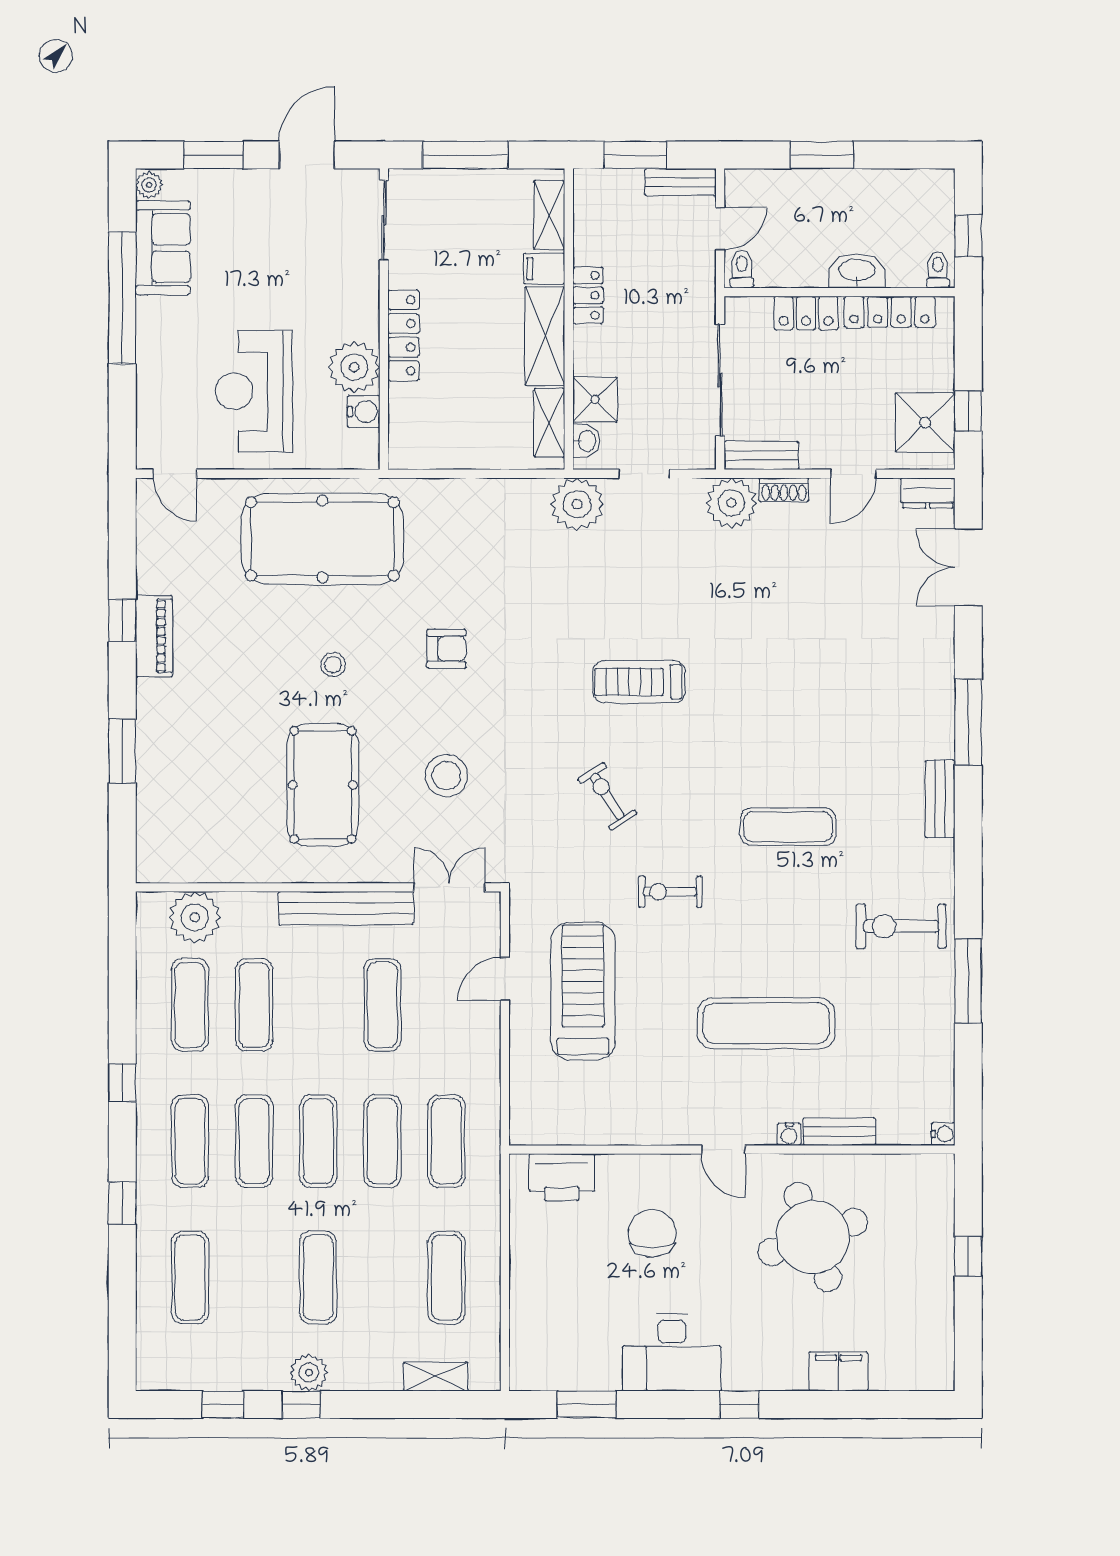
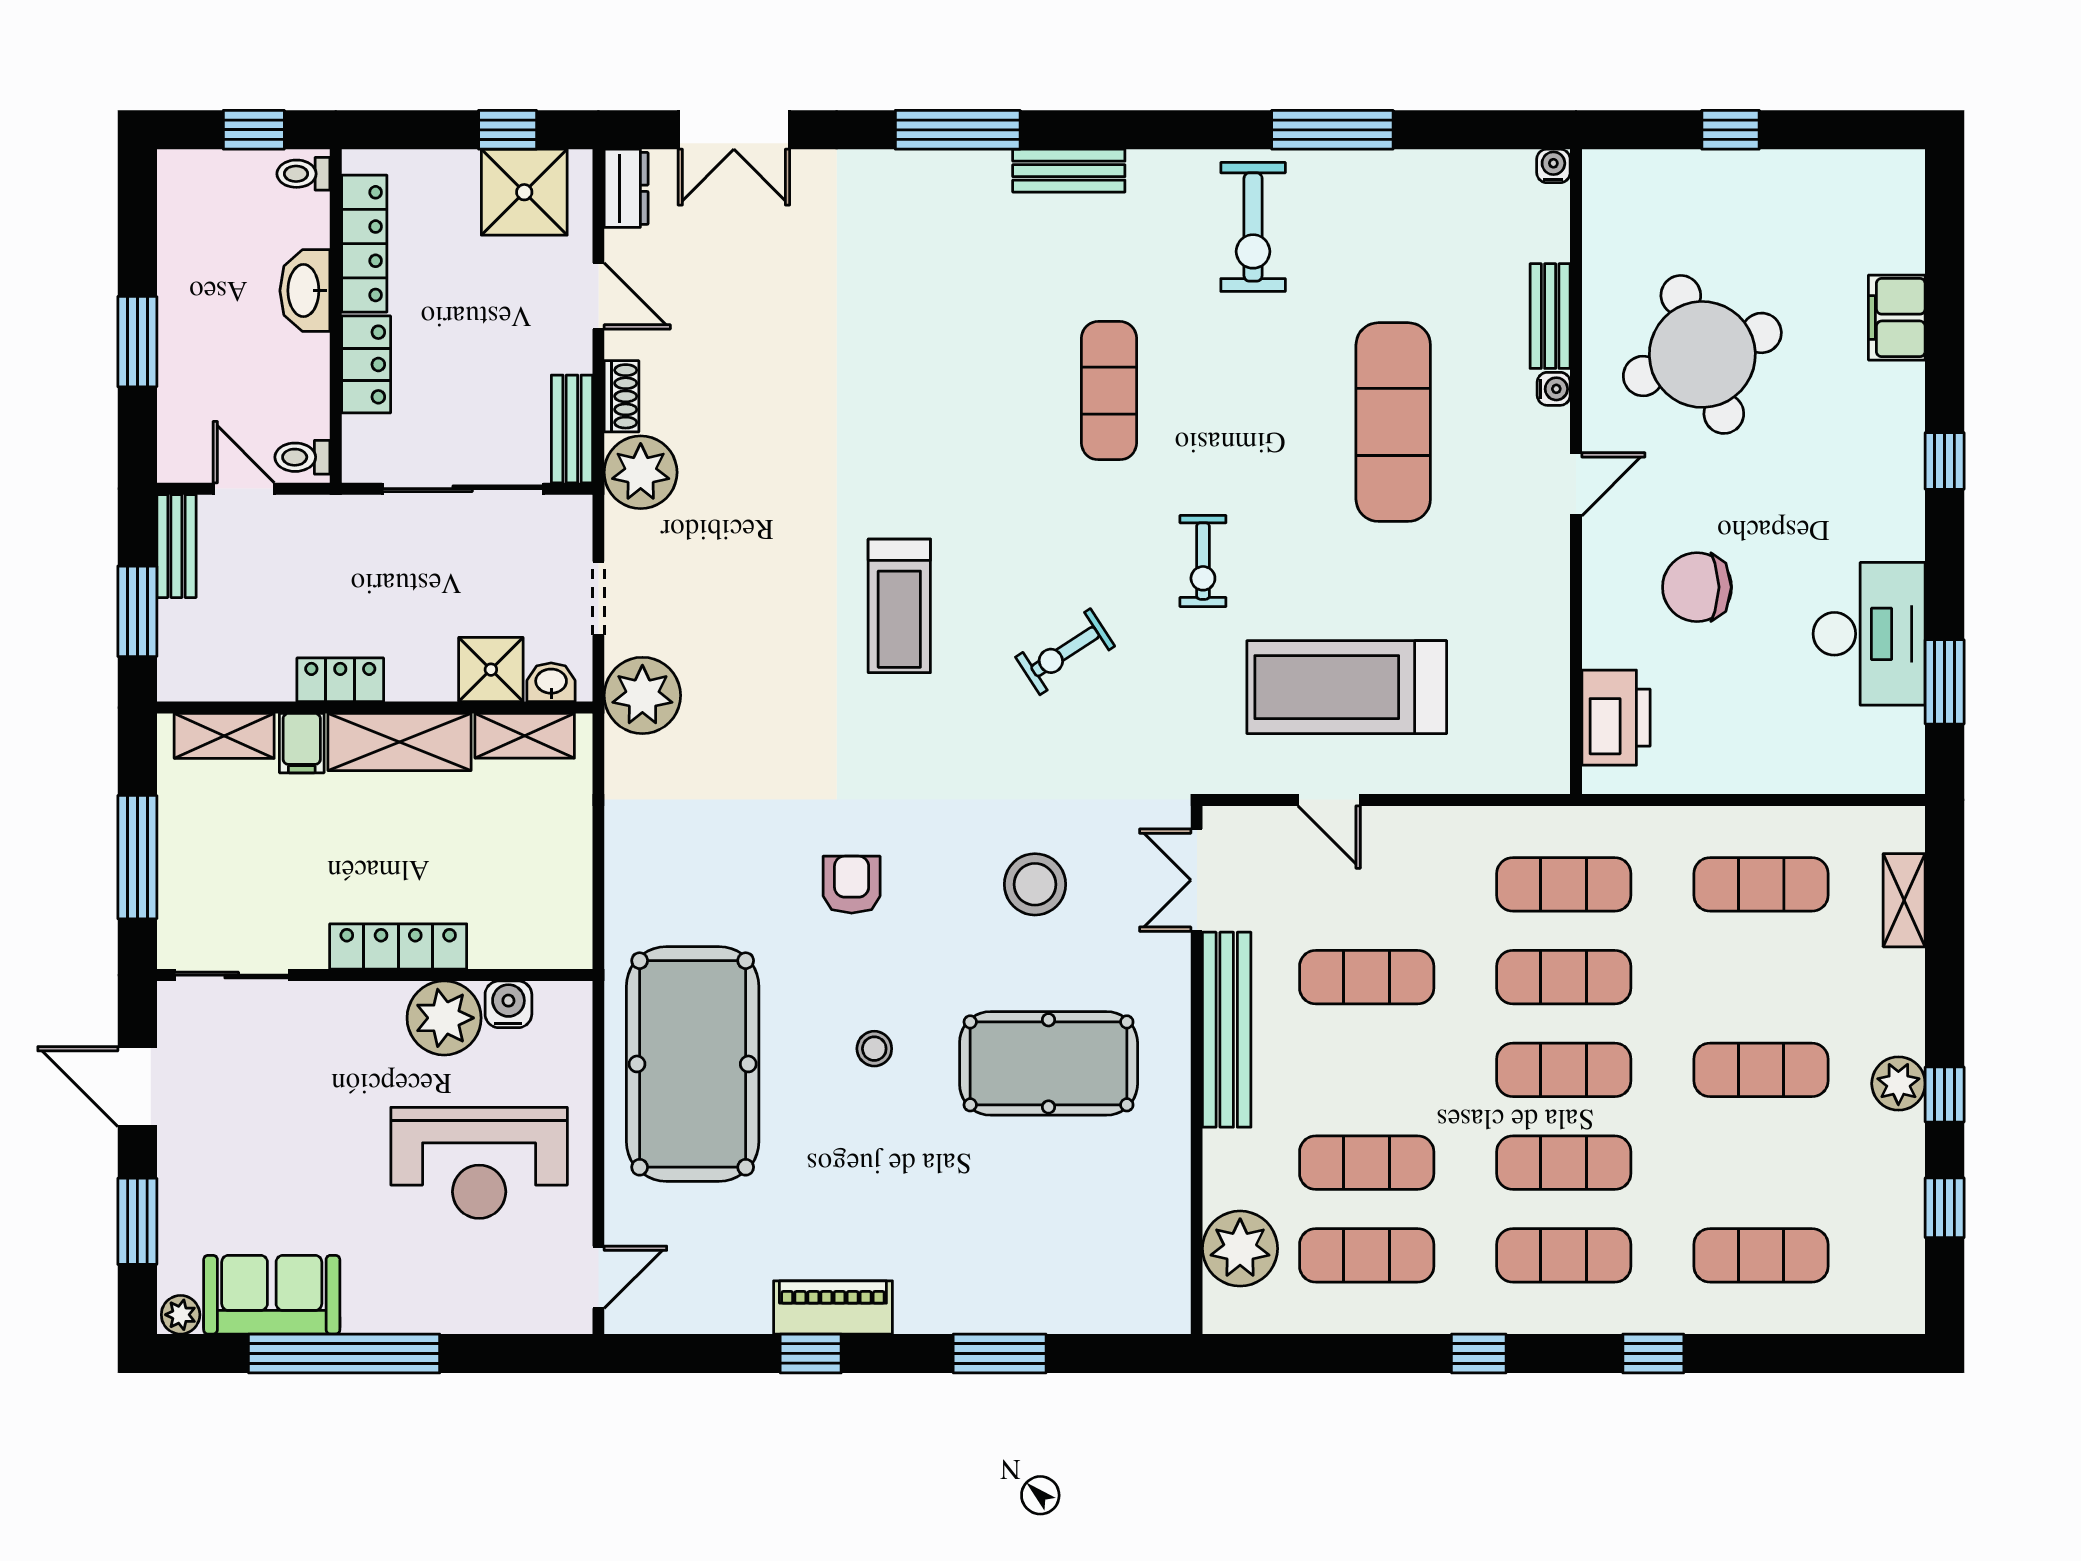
desk: (672, 1352) -> (1869, 634), moved

